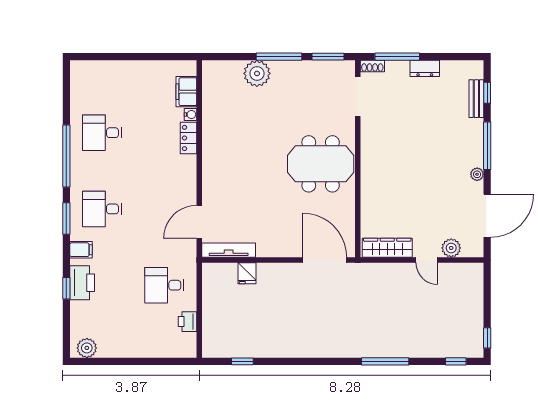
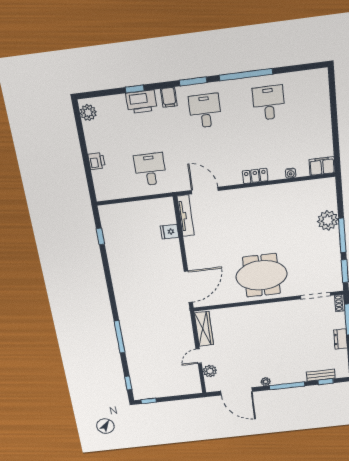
filing cabinet: (186, 92) -> (322, 166), moved
locker: (189, 138) -> (255, 176), moved
meeting table: (321, 164) -> (262, 275), turned 90
printer: (188, 322) -> (96, 161), moved, turned 90

